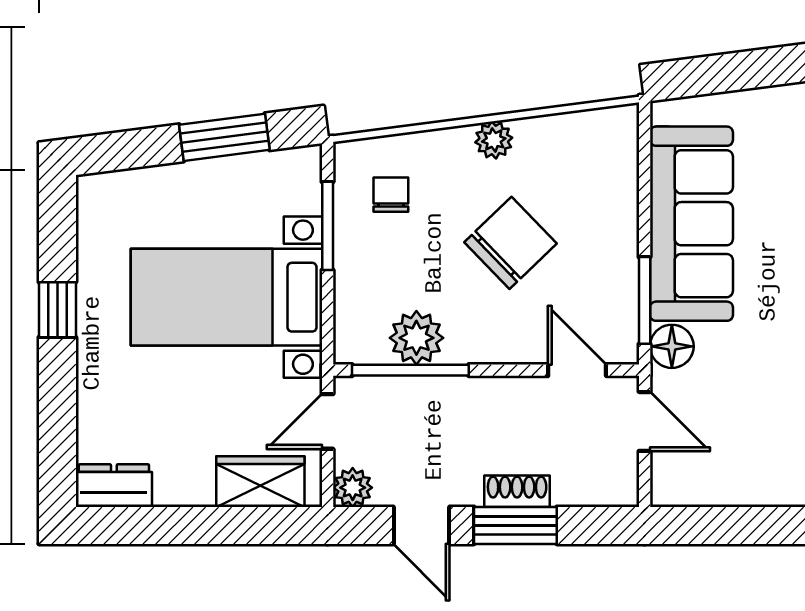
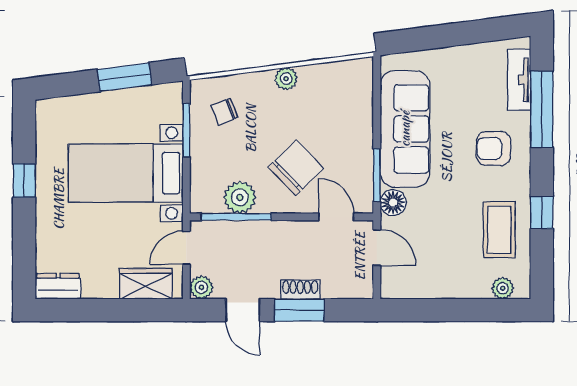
chair: (391, 195) -> (224, 111), turned -112
chair: (510, 243) -> (296, 168), moved

